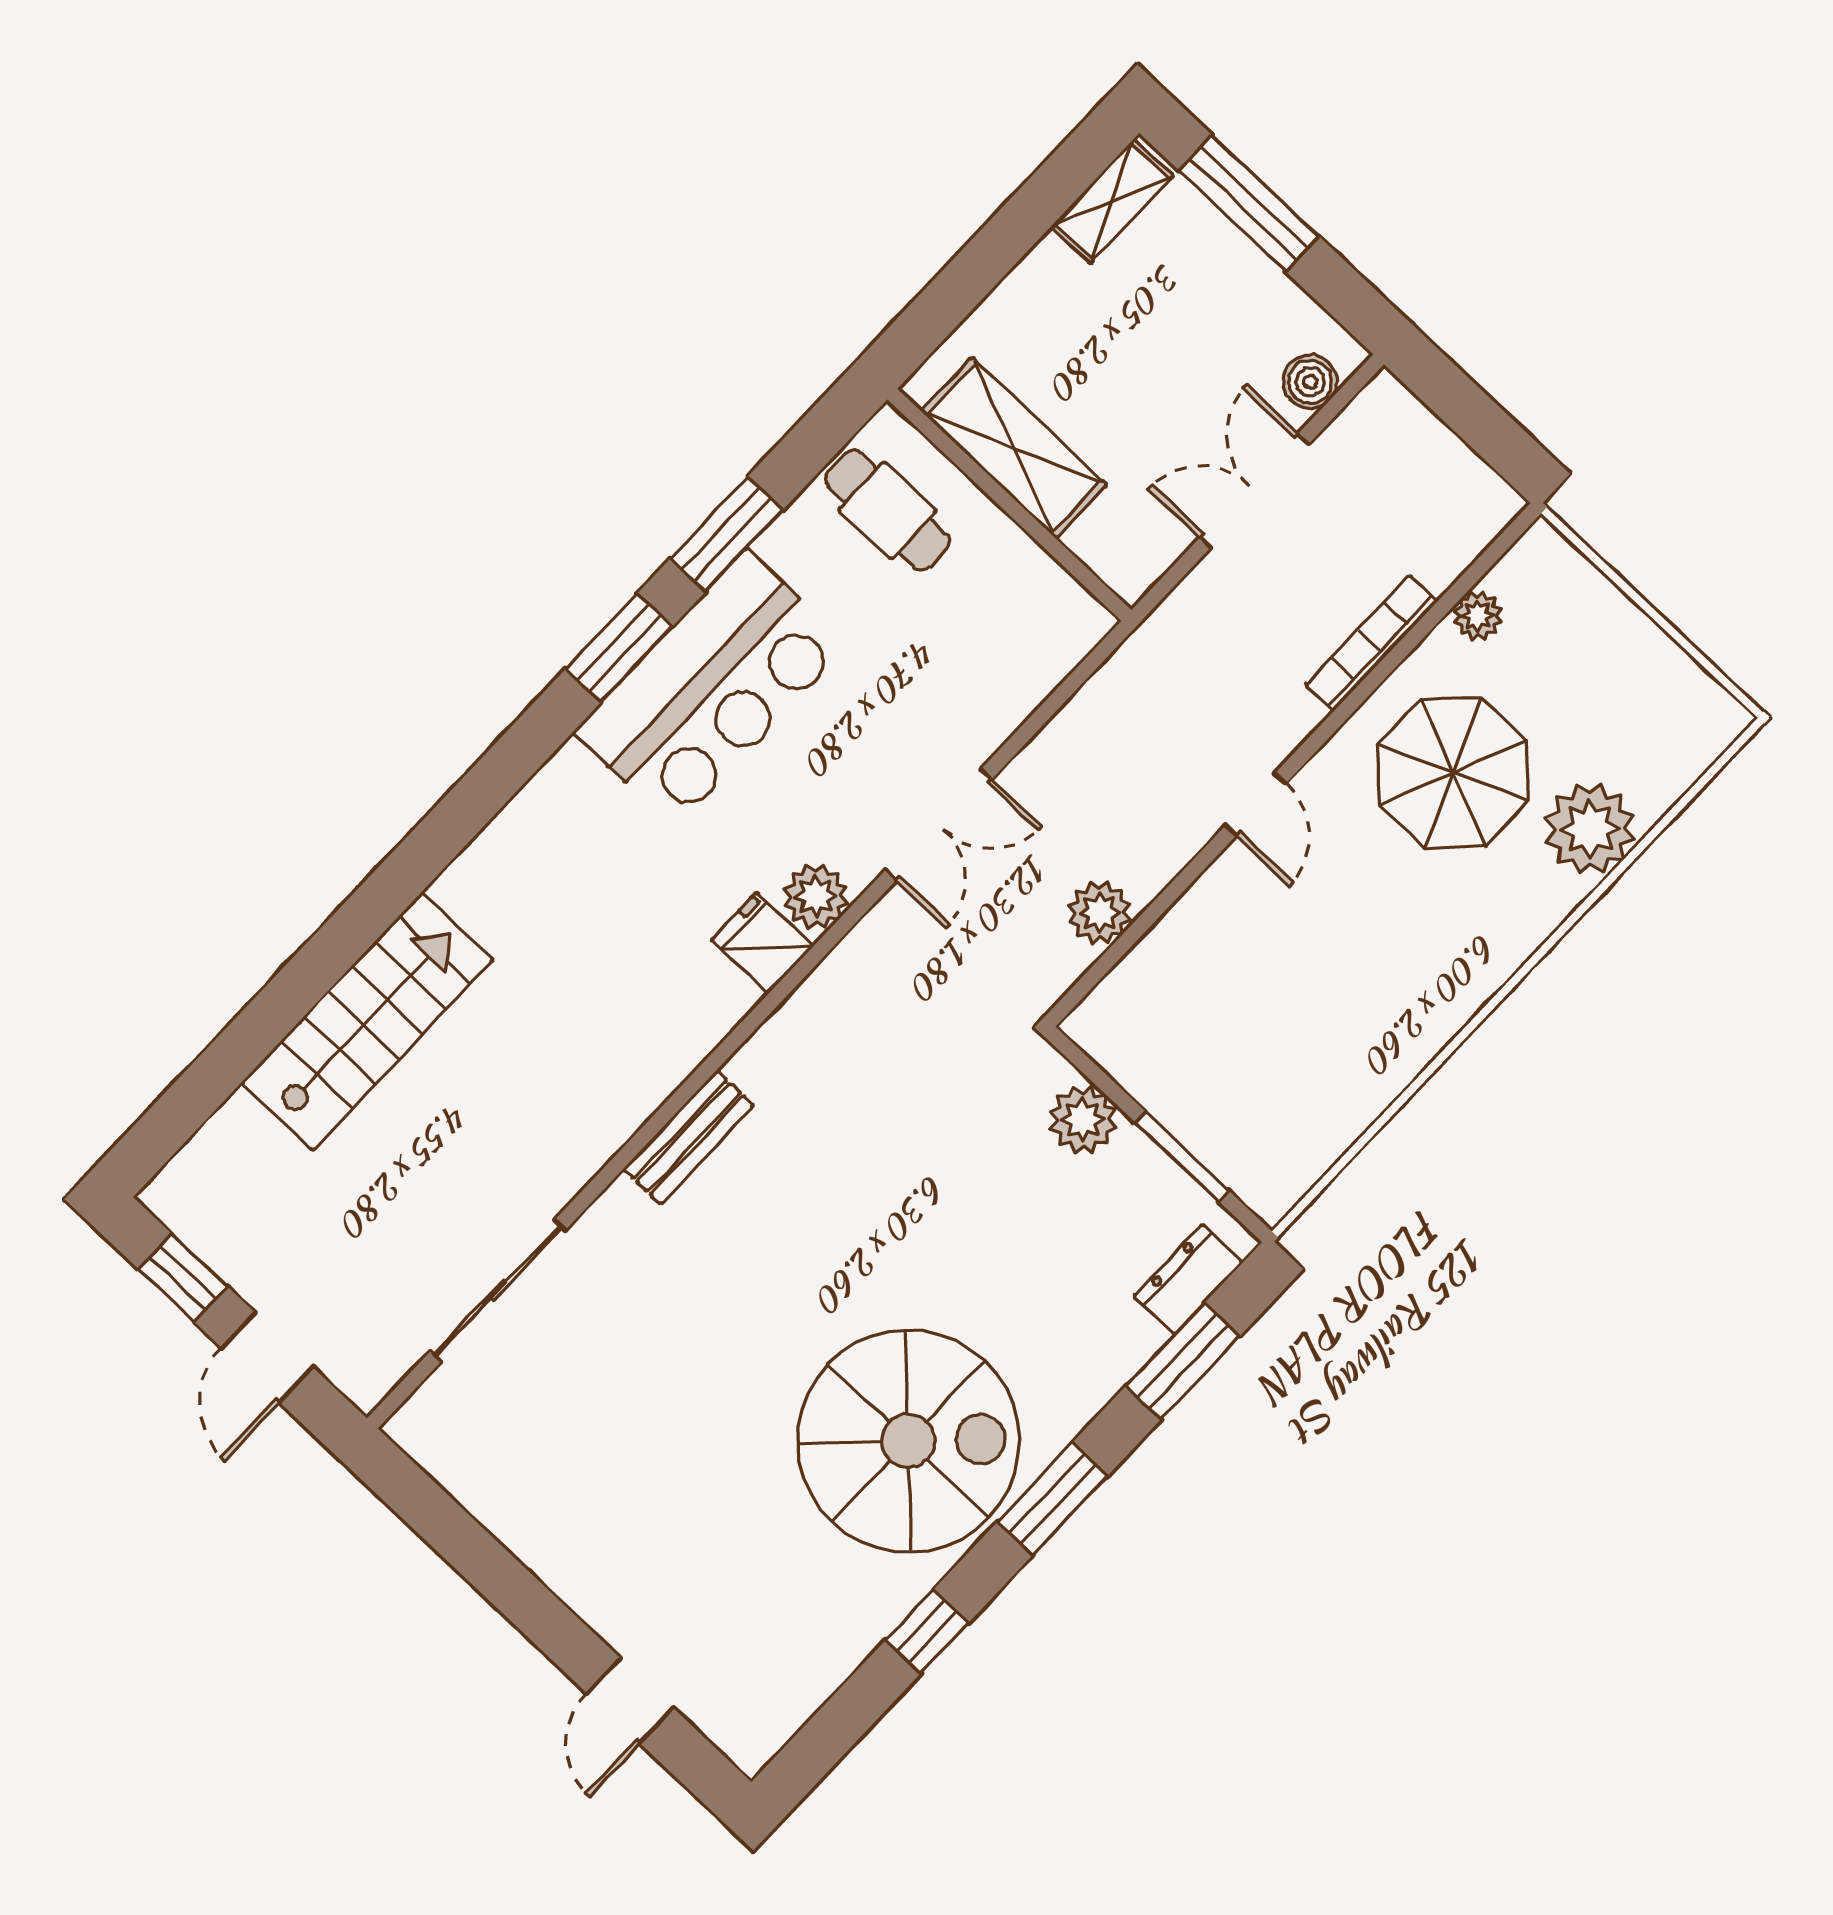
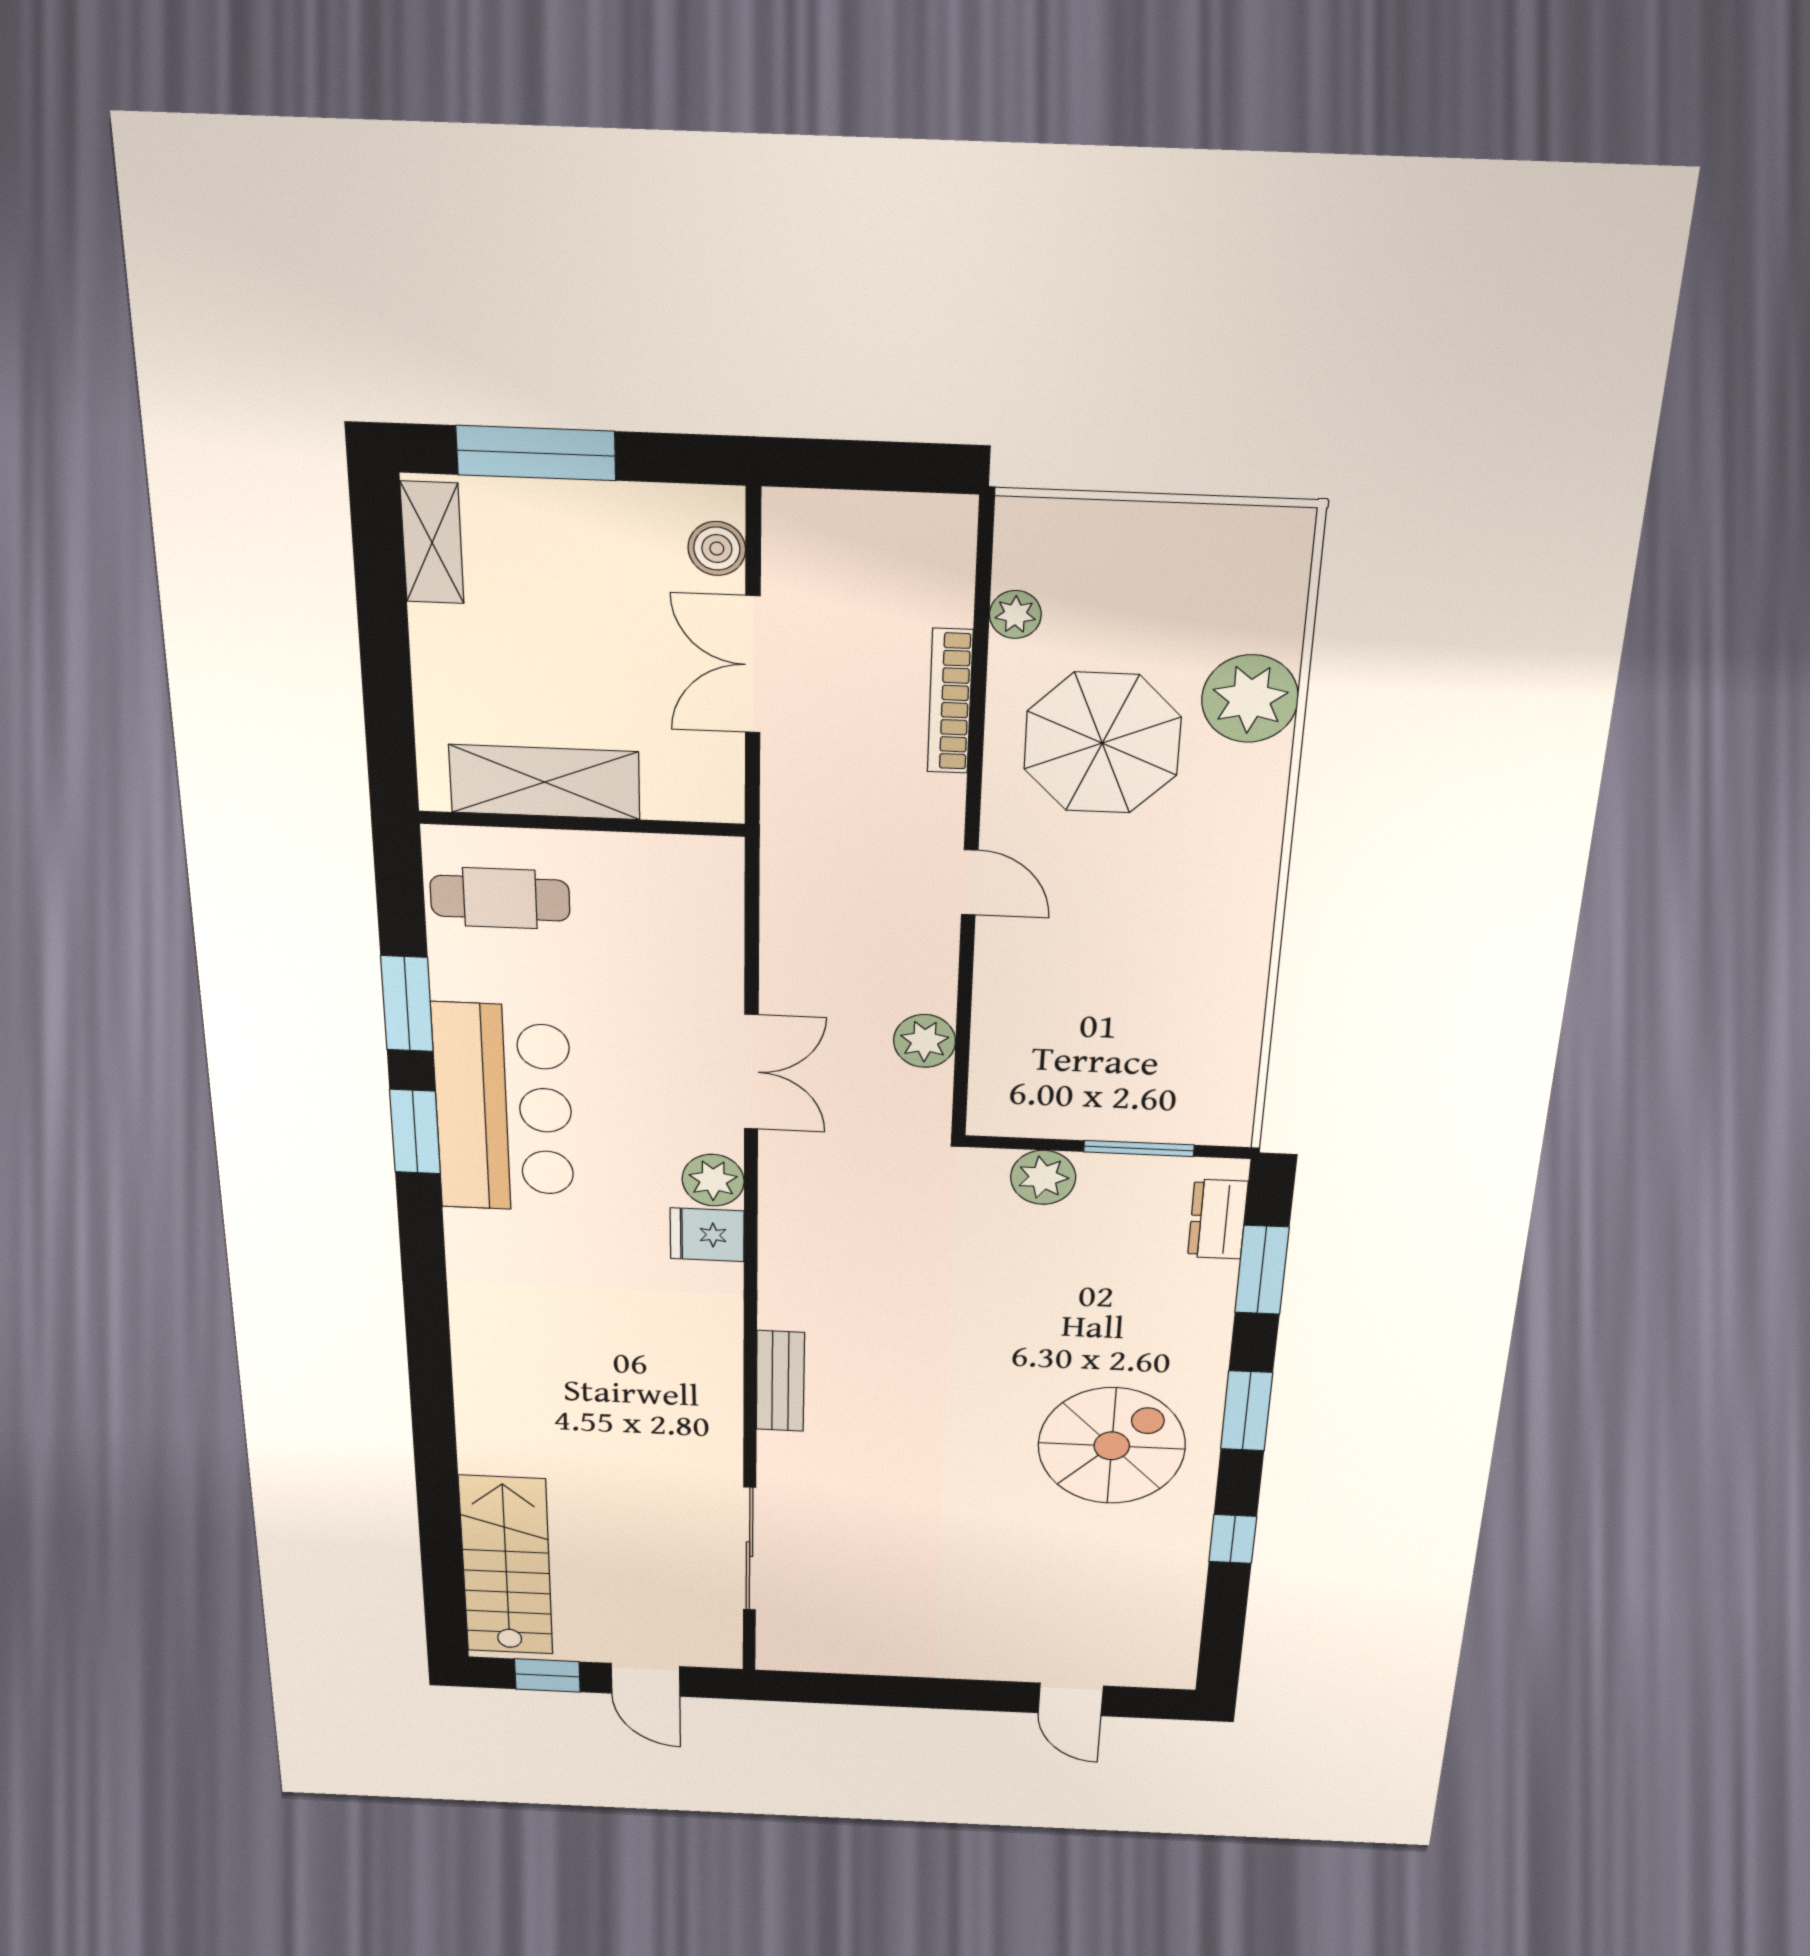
stairs: (367, 1021) -> (506, 1566), moved
spiral stairs: (908, 1441) -> (1112, 1446), width x0.73, depth x0.73

